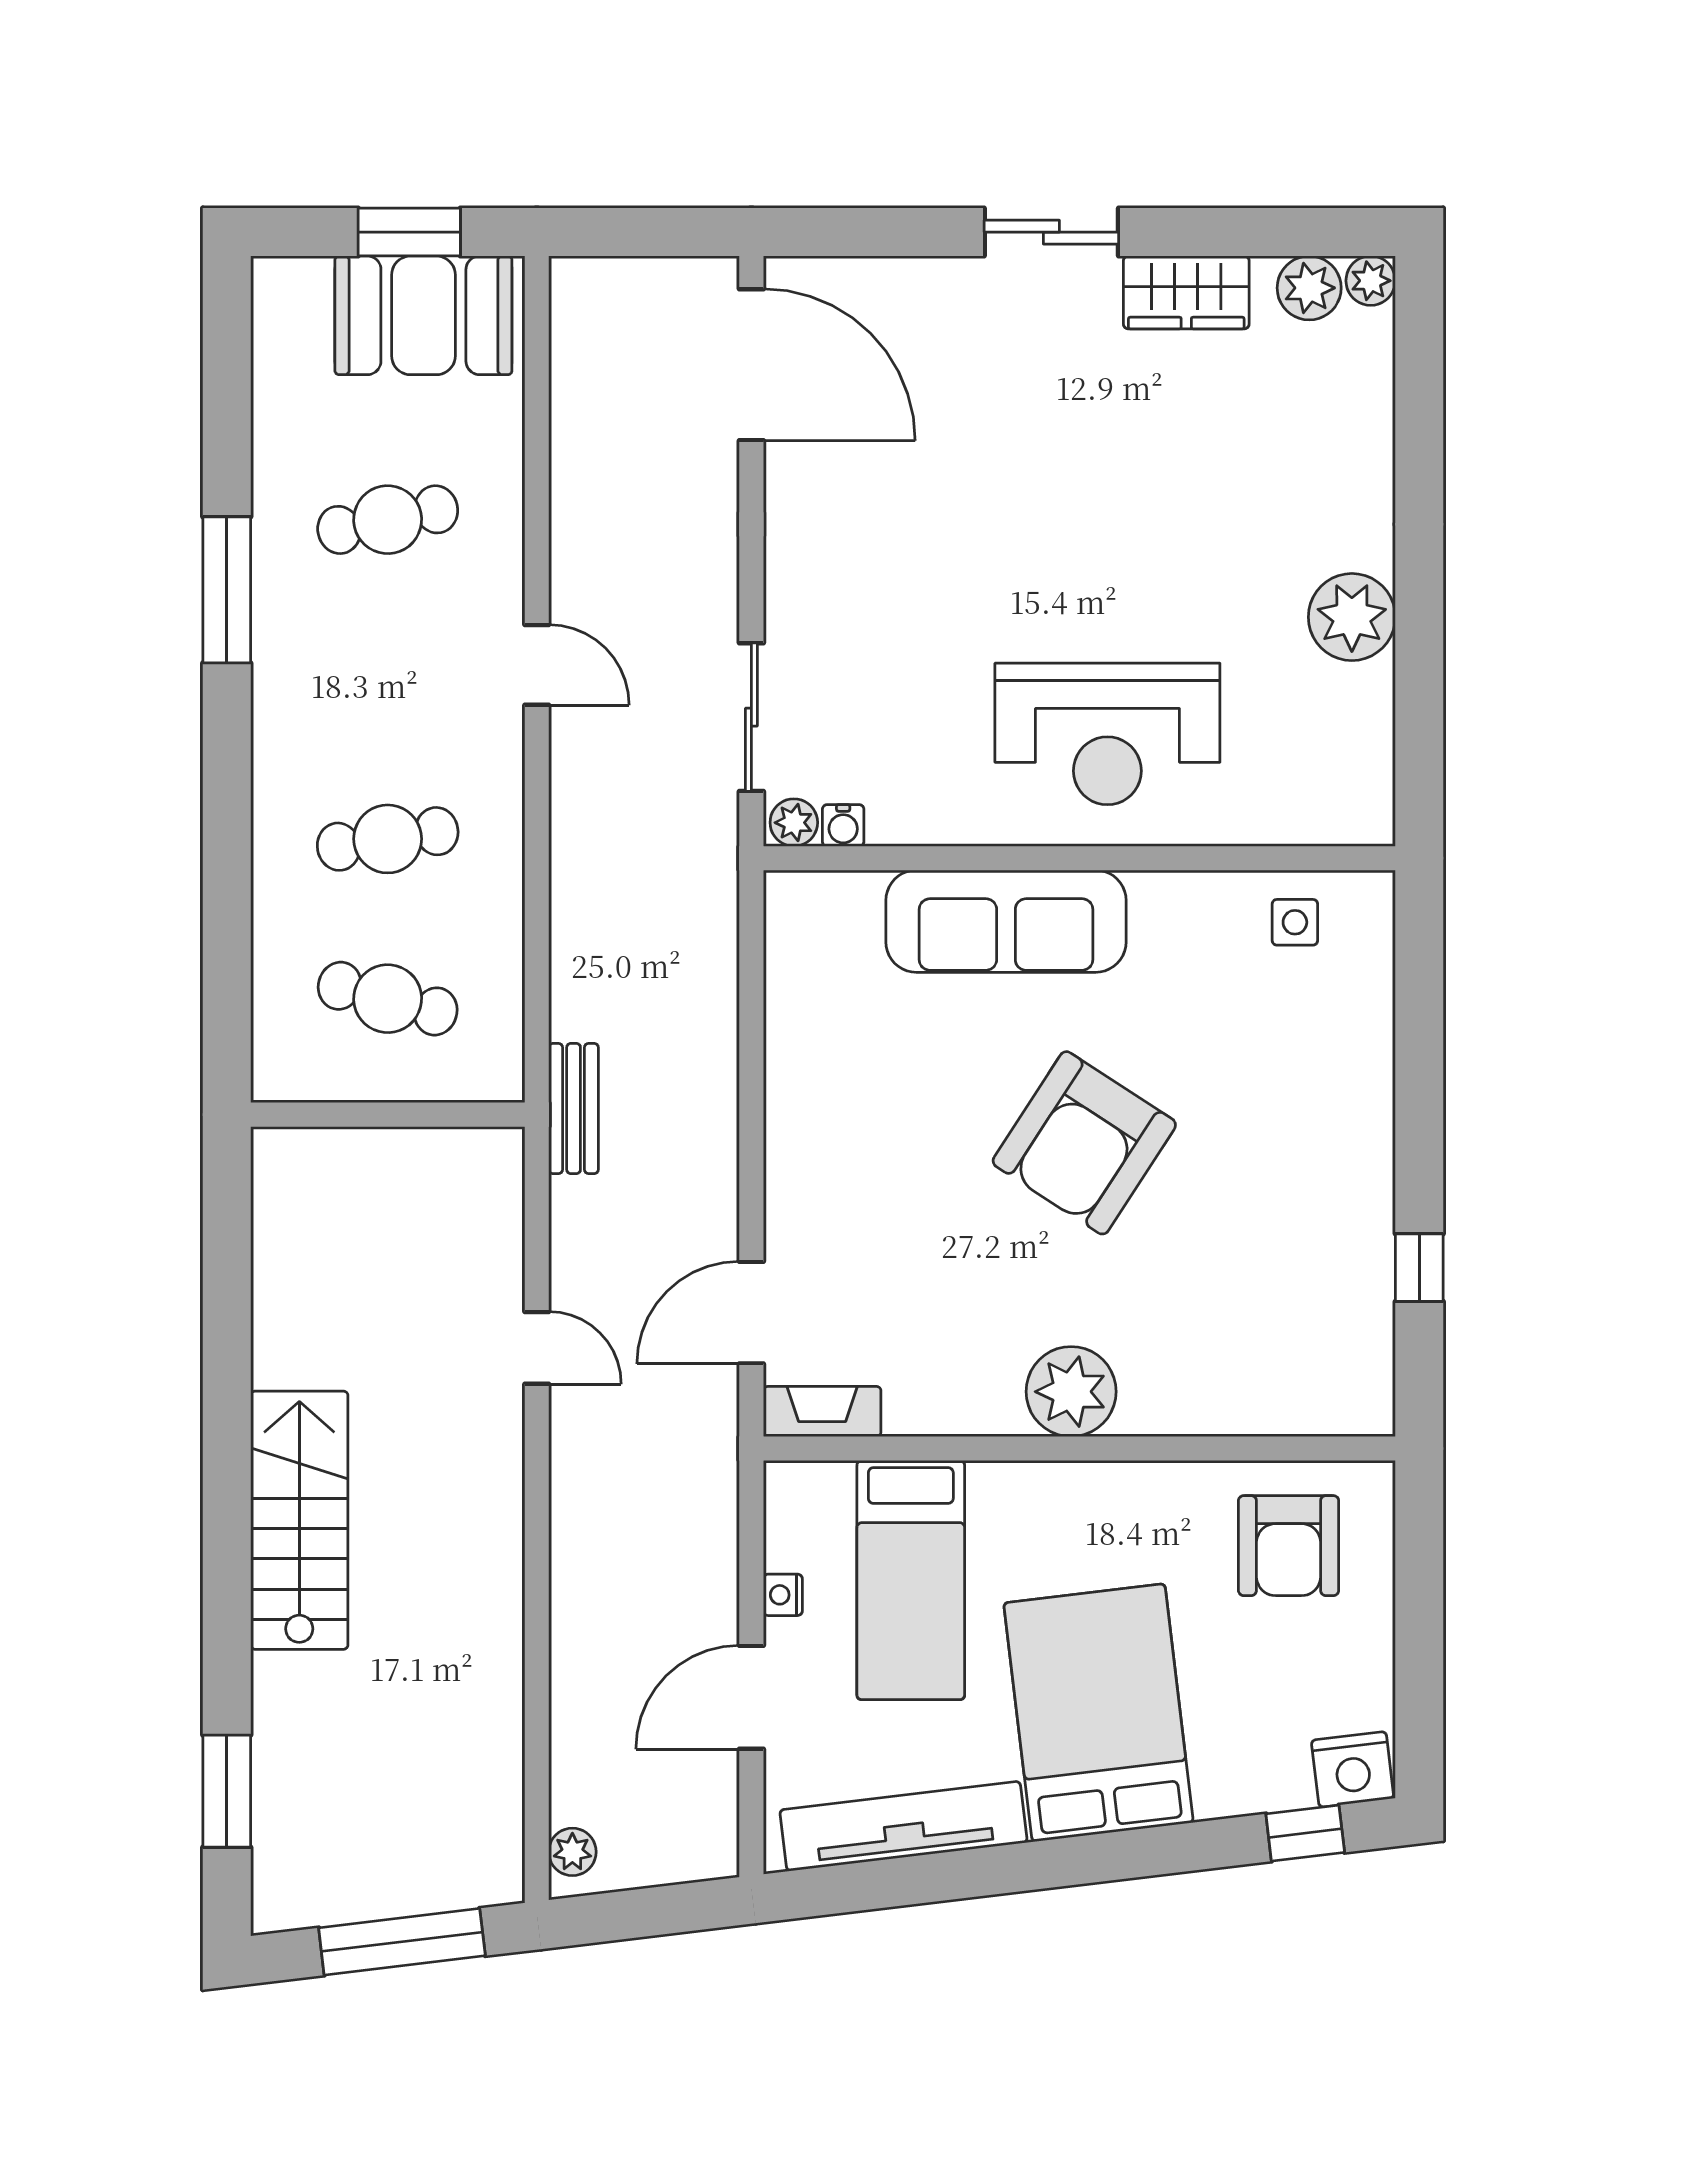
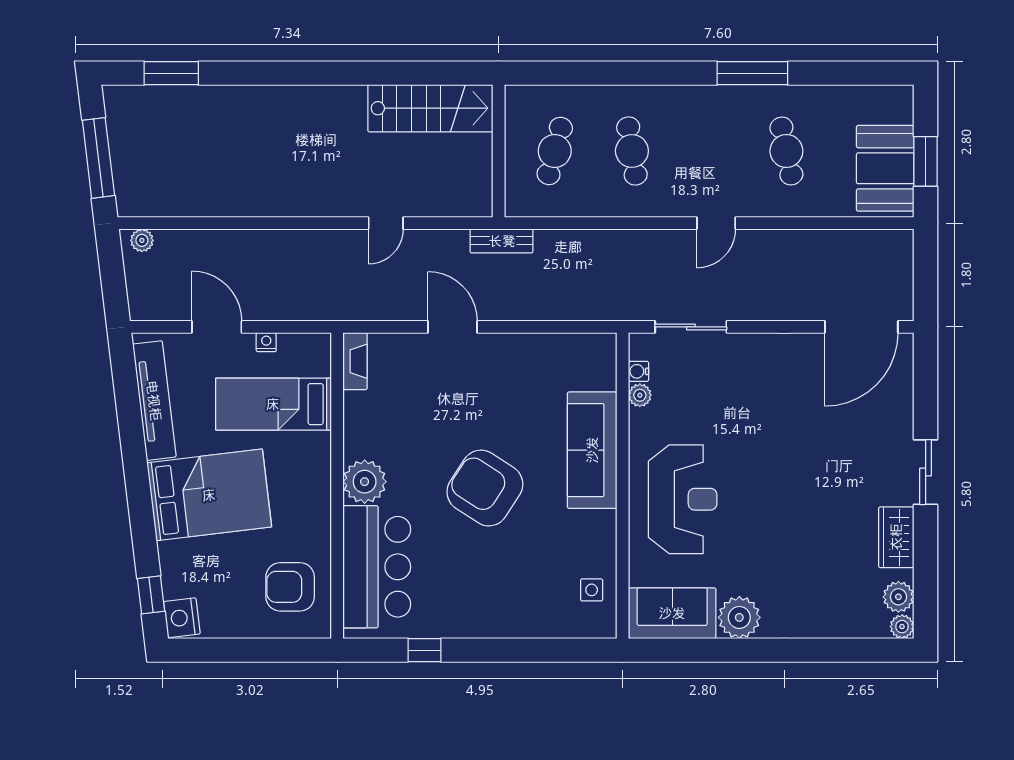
reception desk: (1107, 734) -> (683, 499), turned 180
sofa: (1343, 756) -> (672, 613), added
plant: (794, 823) -> (640, 395), moved
door: (751, 1313) -> (452, 327), moved
bar counter: (1247, 1366) -> (377, 567), added
stairs: (299, 1520) -> (430, 108), moved

